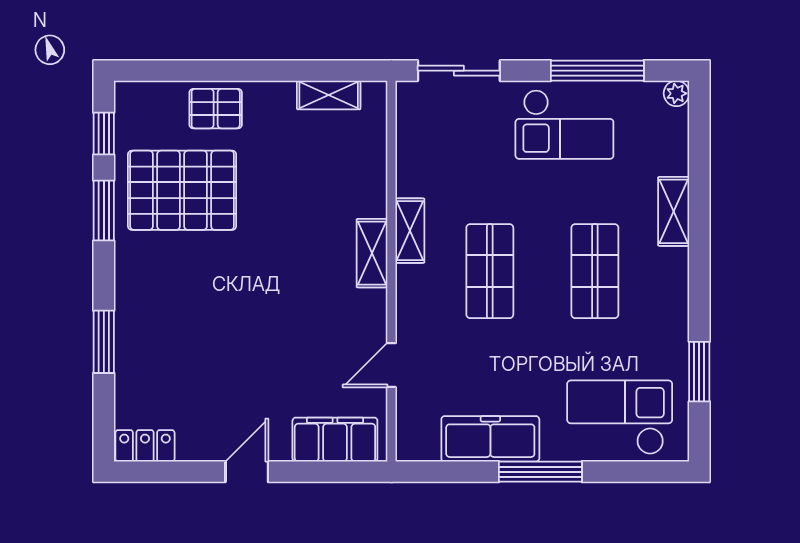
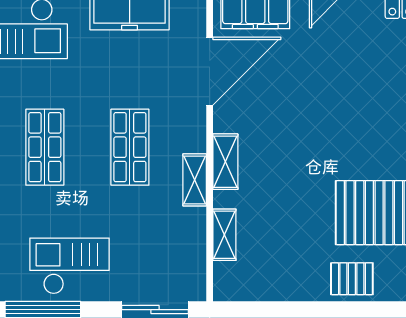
shelving: (329, 95) -> (224, 235), moved, turned 90
door: (391, 365) -> (210, 71), width x1.88

